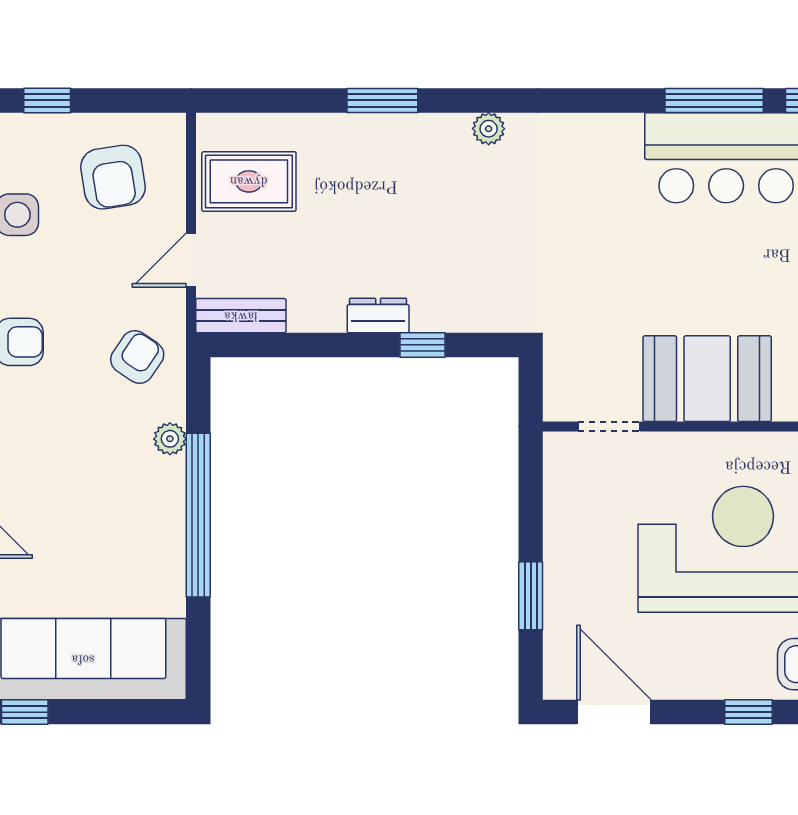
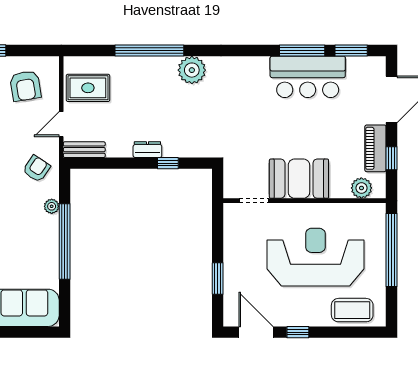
window: (382, 100) -> (149, 51), width x2.11
plant: (489, 129) -> (192, 70), width x1.88, depth x1.88
window: (748, 712) -> (298, 332), moved

